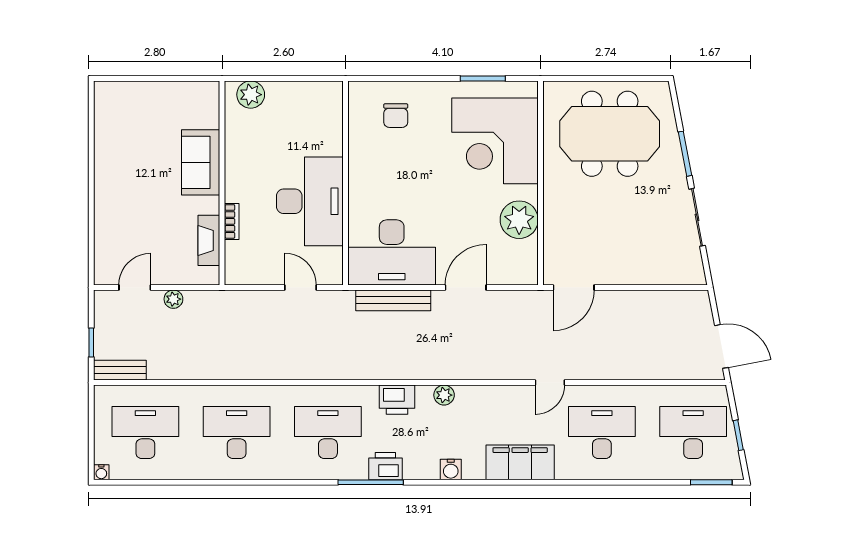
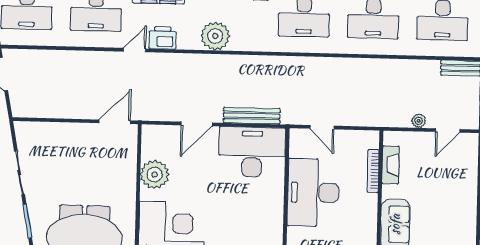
bookcase: (232, 221) -> (373, 171), width x1.56
plant: (444, 395) -> (215, 36), width x1.88, depth x1.88
printer: (397, 400) -> (163, 38), moved

